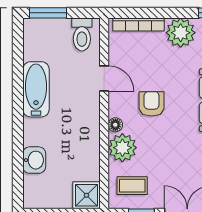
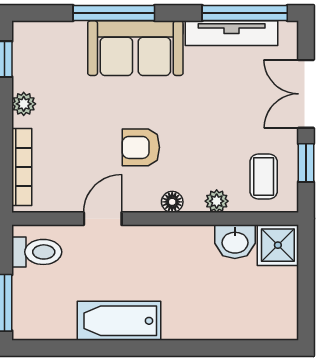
plant: (181, 33) -> (24, 104), width x0.53, depth x0.53
plant: (122, 148) -> (217, 201), width x0.53, depth x0.53
washbasin: (34, 160) -> (235, 242), moved, turned 180

